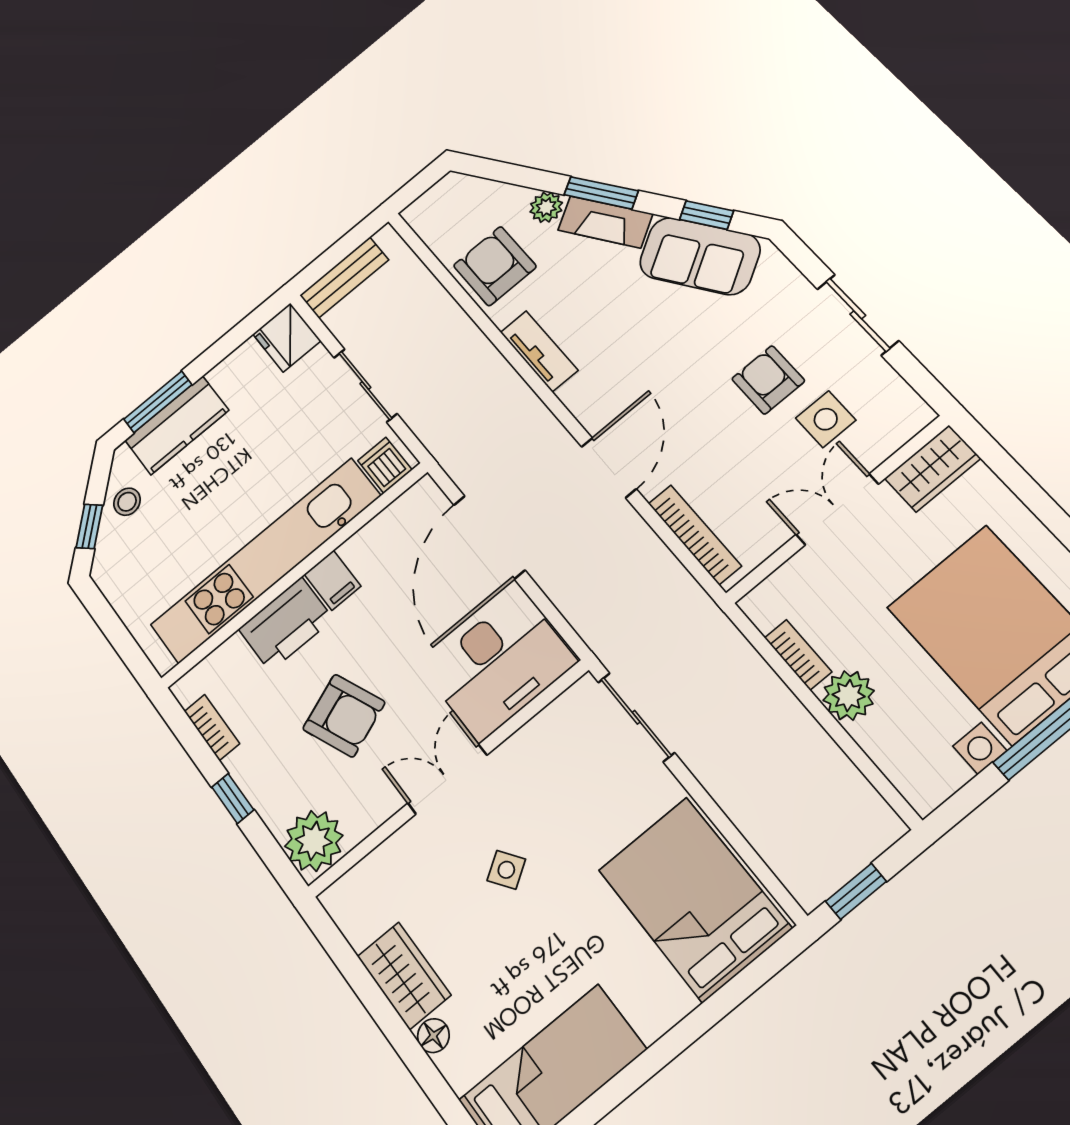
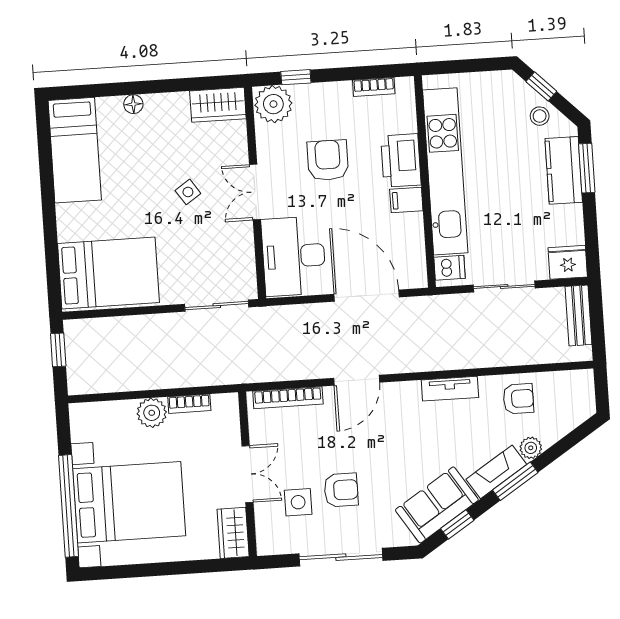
armchair: (495, 266) -> (518, 399), width x0.72, depth x0.72
sliding door: (858, 315) -> (341, 557), width x1.37
door: (609, 468) -> (357, 380), hinge flipped
armchair: (344, 716) -> (328, 160), turned 112
double door: (447, 779) -> (255, 192), swing flipped
window: (233, 799) -> (296, 77), moved
wardrobe: (404, 976) -> (218, 105), moved

